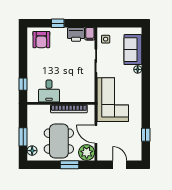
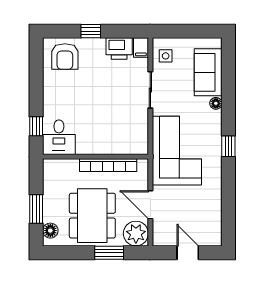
desk: (49, 91) -> (59, 137), moved
window: (146, 135) -> (228, 146), moved

